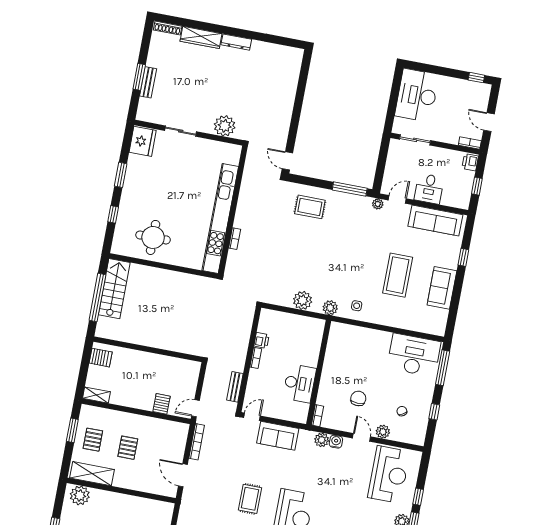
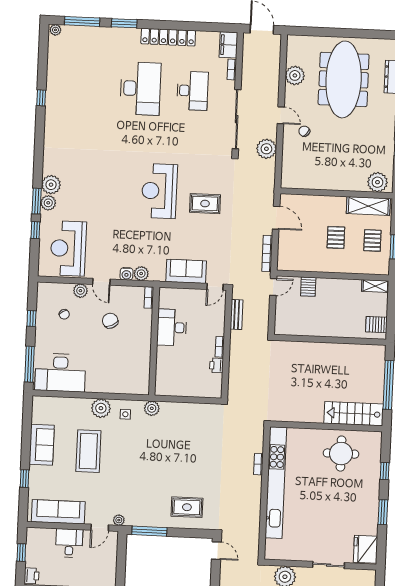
stairs: (114, 289) -> (354, 414), moved, turned 90
plant: (303, 300) -> (101, 408), moved
chair: (358, 398) -> (110, 321), turned 153
rug: (250, 499) -> (205, 204), turned 90

